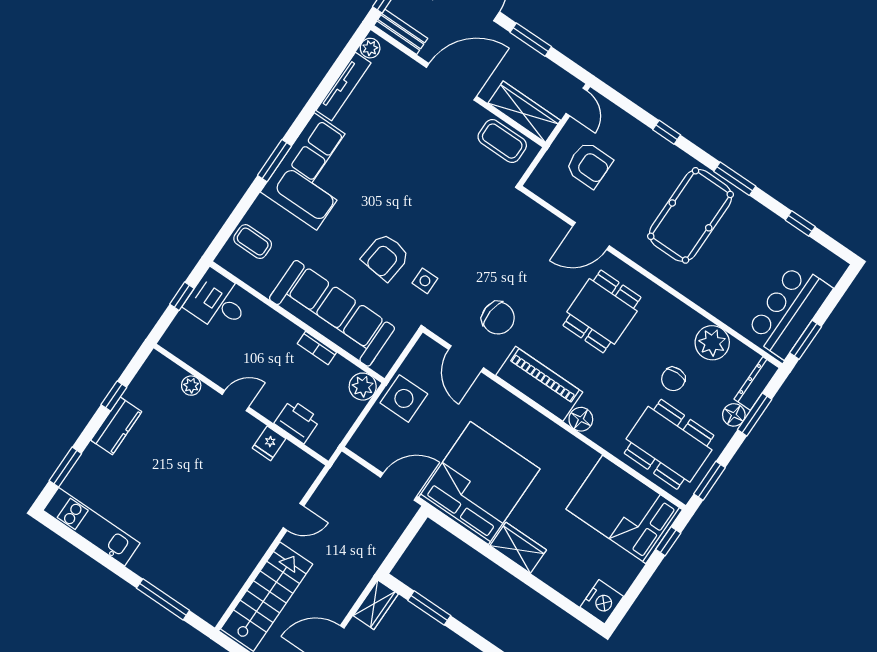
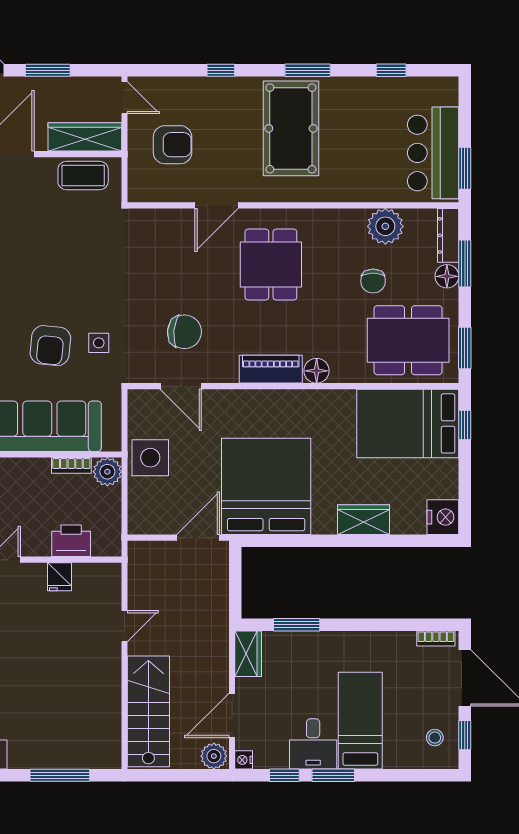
bookcase: (317, 348) -> (71, 465), moved
piano: (539, 384) -> (271, 369), width x0.73, depth x0.75
wardrobe: (518, 548) -> (363, 520), moved

